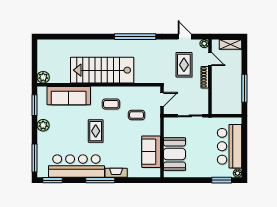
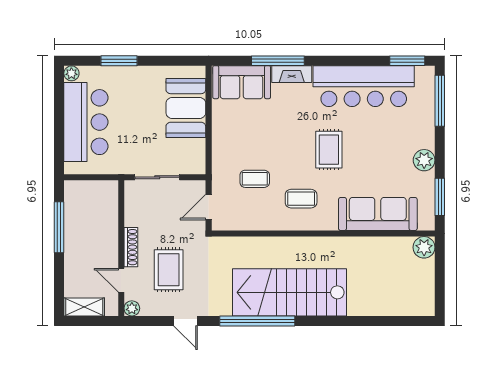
door: (185, 37) -> (186, 321), moved
stairs: (102, 70) -> (289, 292), moved, turned 180
sofa: (151, 152) -> (242, 82), moved, turned 90
window: (100, 180) -> (278, 61), moved
window: (222, 180) -> (119, 61), moved

